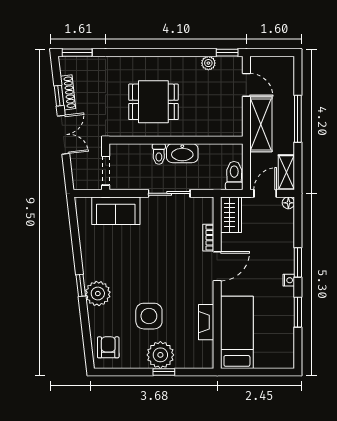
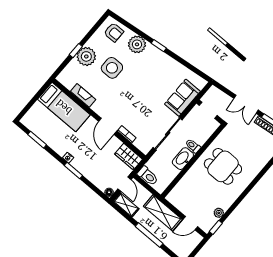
dining table: (153, 102) -> (223, 166), turned 90
sliding door: (169, 193) -> (168, 134), width x1.37
plant: (98, 294) -> (137, 44), moved
window: (298, 312) -> (37, 140), moved

